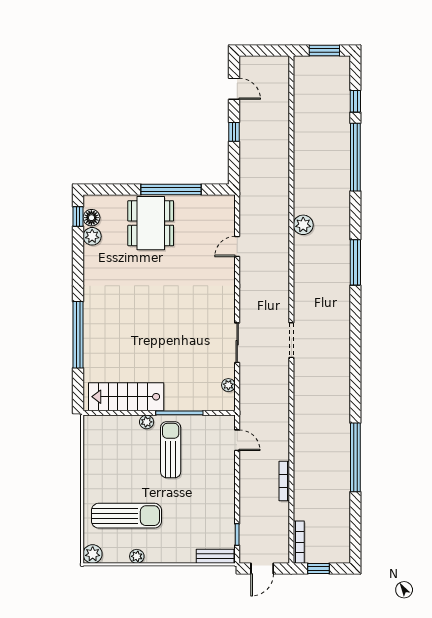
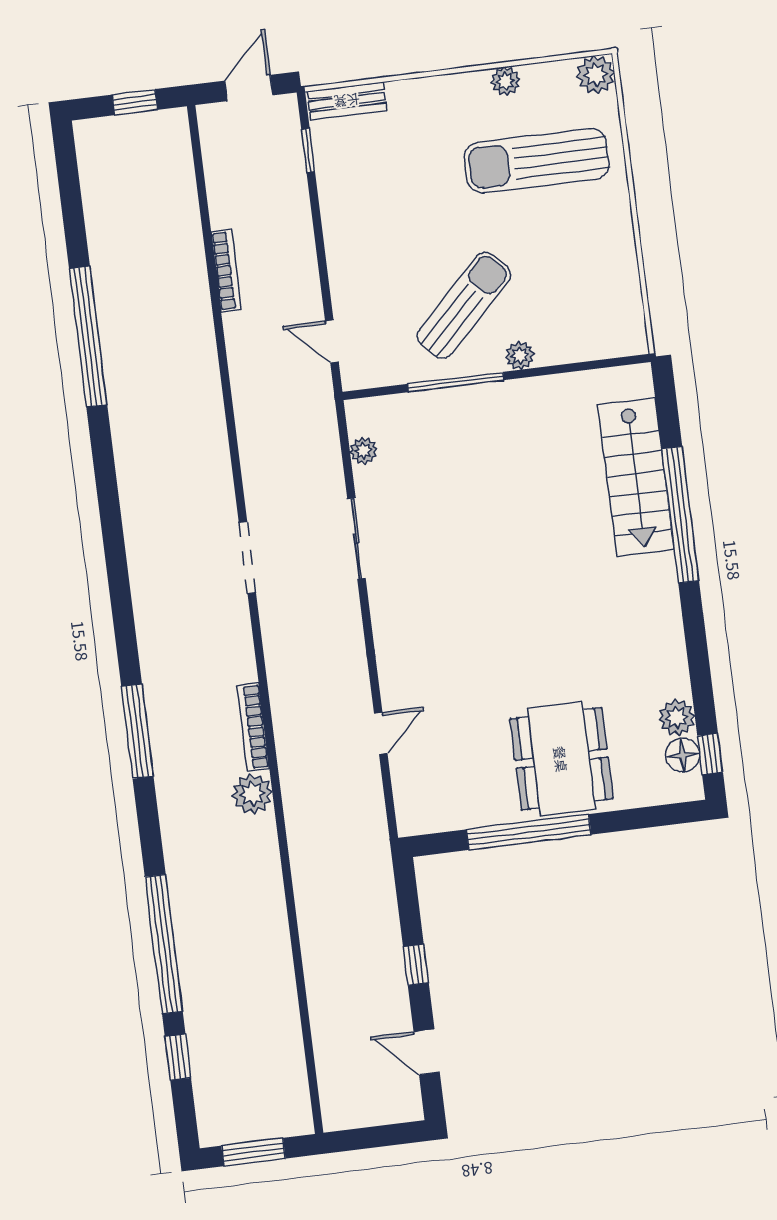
stairs: (126, 397) -> (636, 477), moved, turned 90
sun lounger: (171, 450) -> (464, 305), turned -135
bookcase: (299, 542) -> (253, 727), moved

